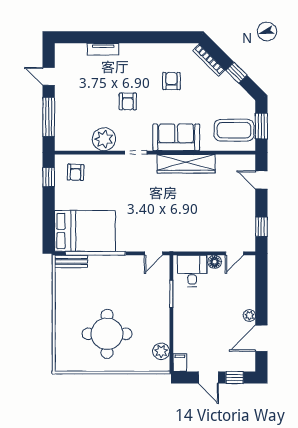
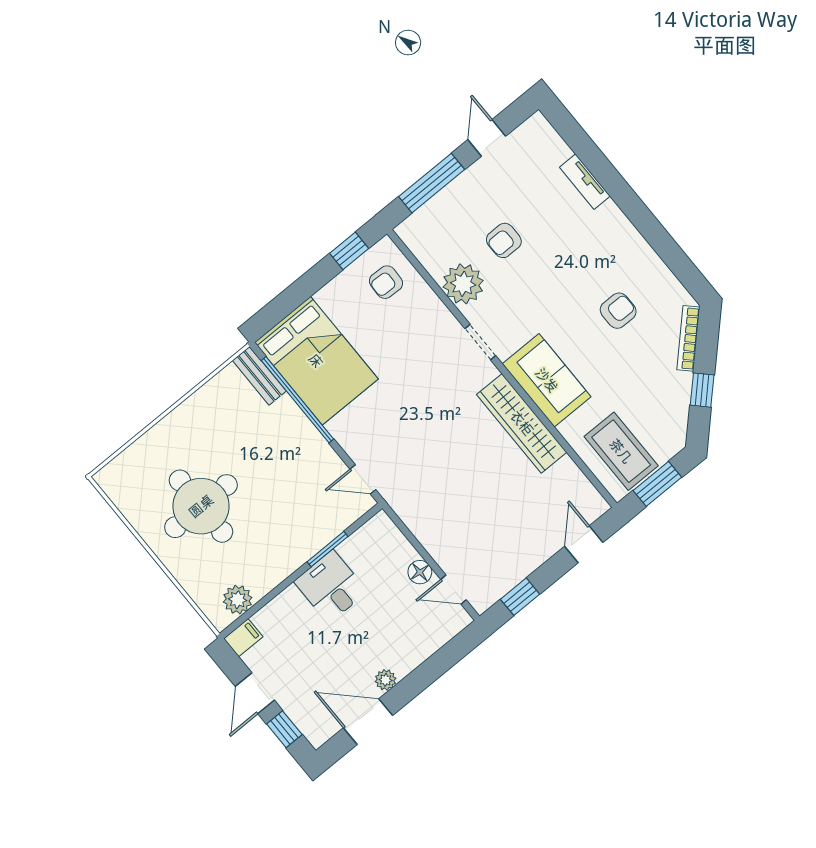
armchair: (128, 101) -> (504, 240), moved
desk: (192, 271) -> (331, 587), moved, turned -90

